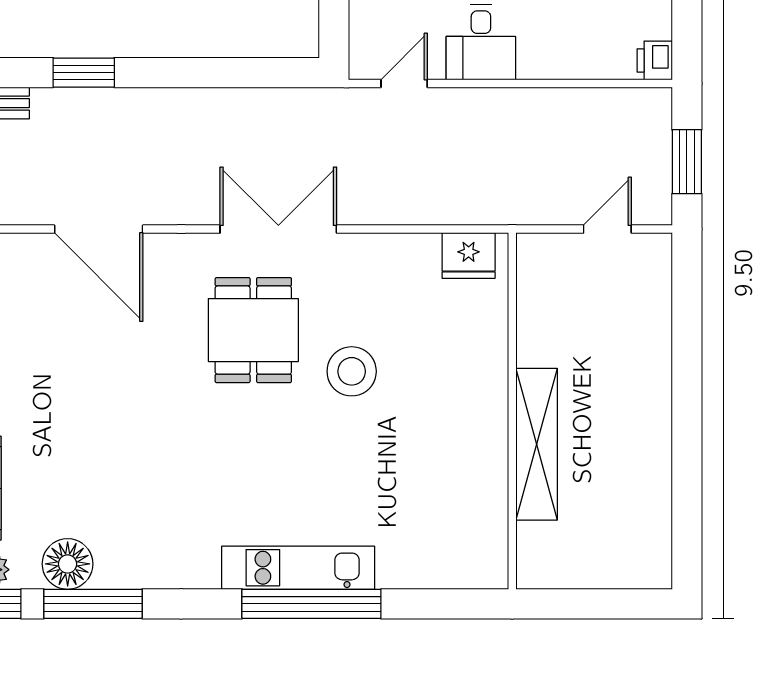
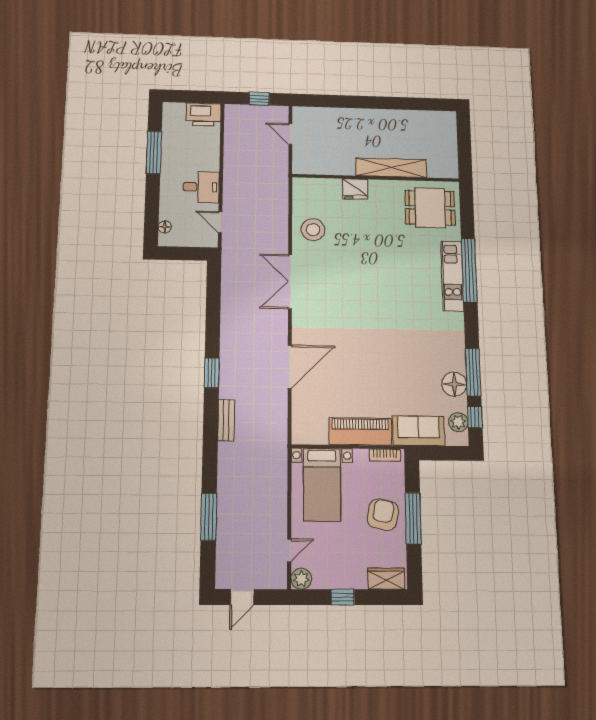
printer: (655, 60) -> (203, 115), width x1.87, depth x1.48
window: (687, 162) -> (259, 99), width x0.67
fridge: (469, 256) -> (355, 189), moved, turned 90
dining table: (253, 330) -> (430, 208), moved
stool: (352, 371) -> (313, 230), moved

